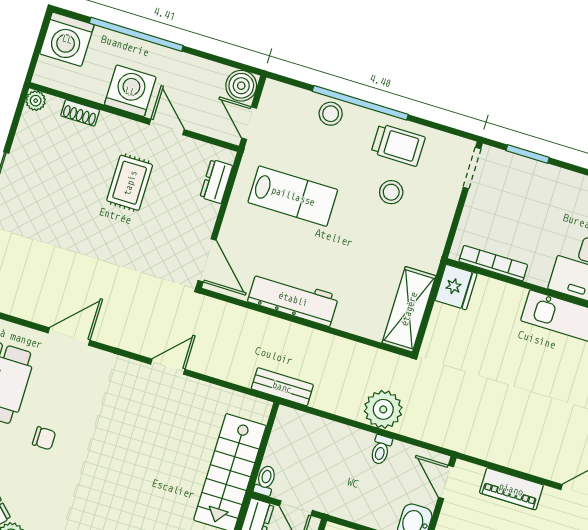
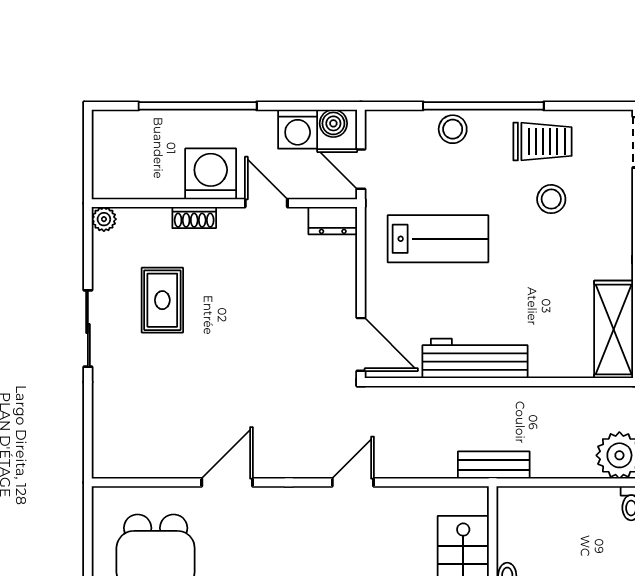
washing machine: (67, 39) -> (298, 129), moved, width x0.73, depth x0.73
boiler: (241, 86) -> (333, 123), width x0.73, depth x0.73
shoe rack: (80, 113) -> (194, 218), moved
dresser: (216, 181) -> (333, 221), moved, turned -90
rug: (130, 183) -> (162, 300), moved

